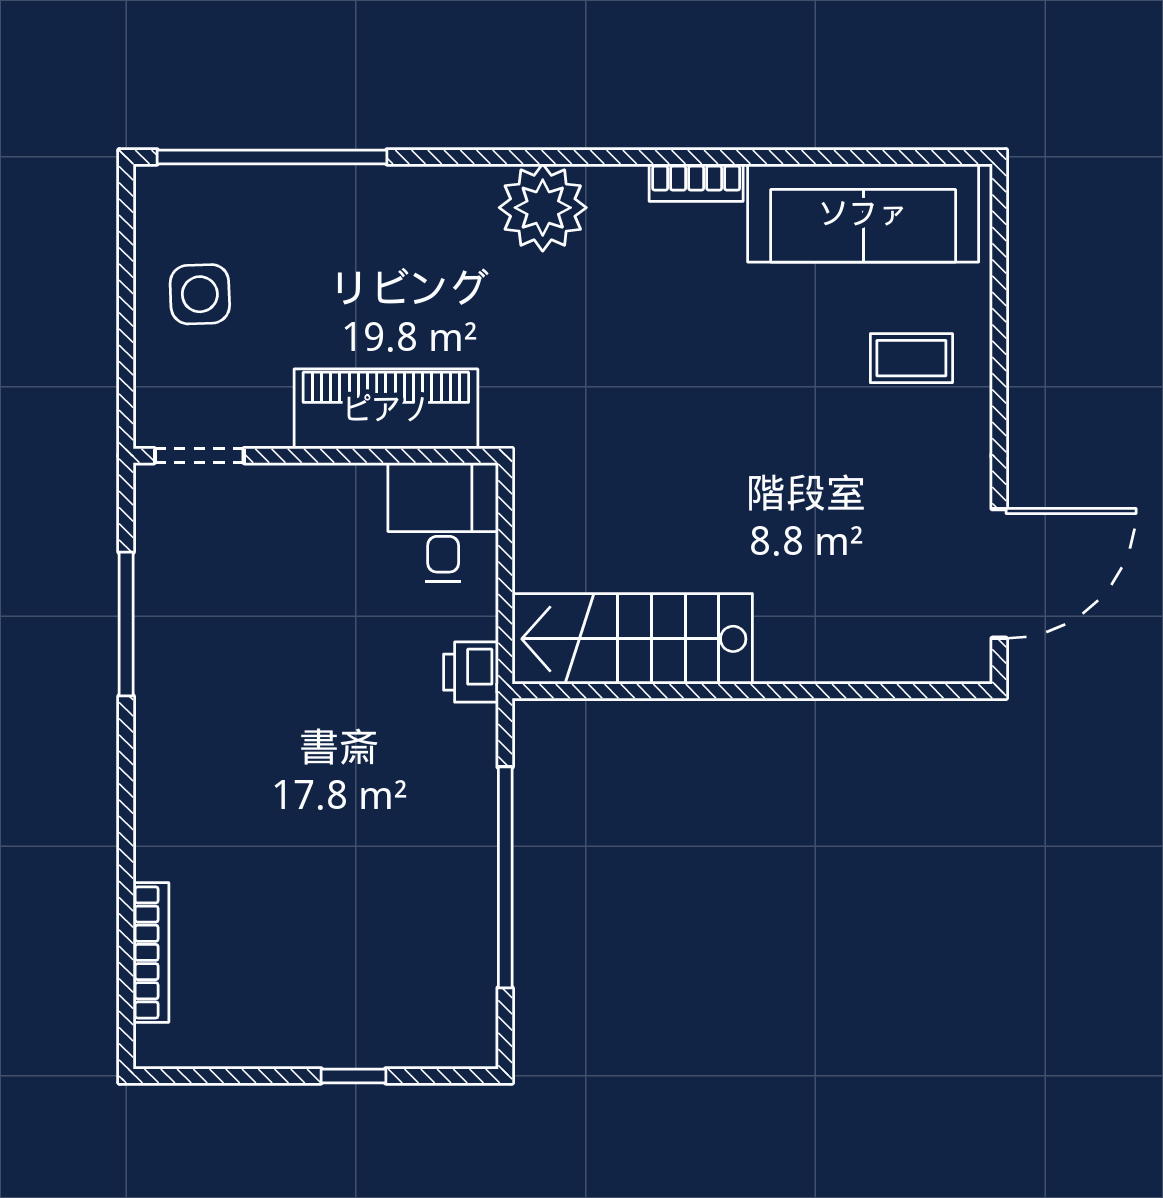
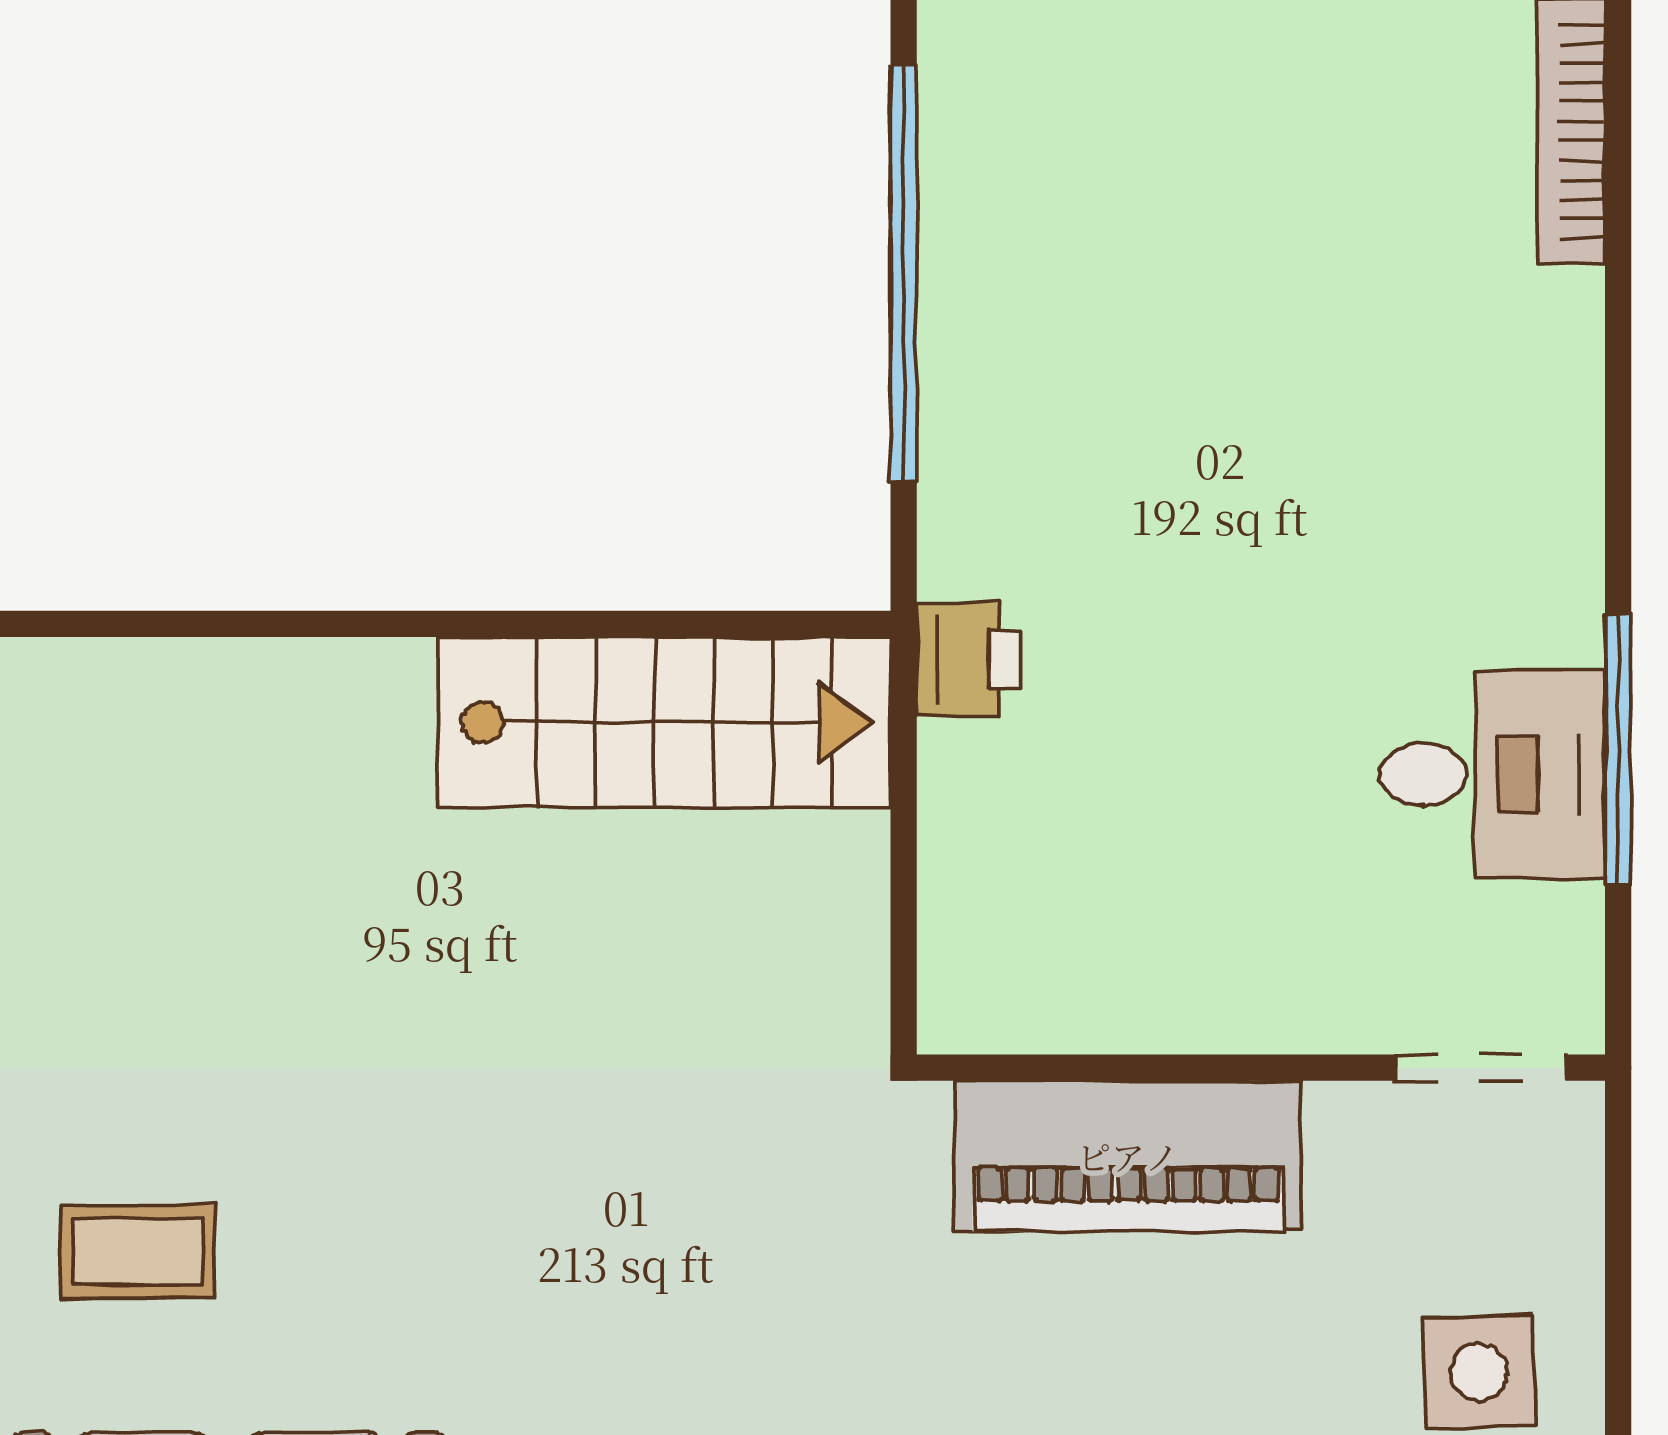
desk: (443, 522) -> (1493, 774), moved, turned -90

